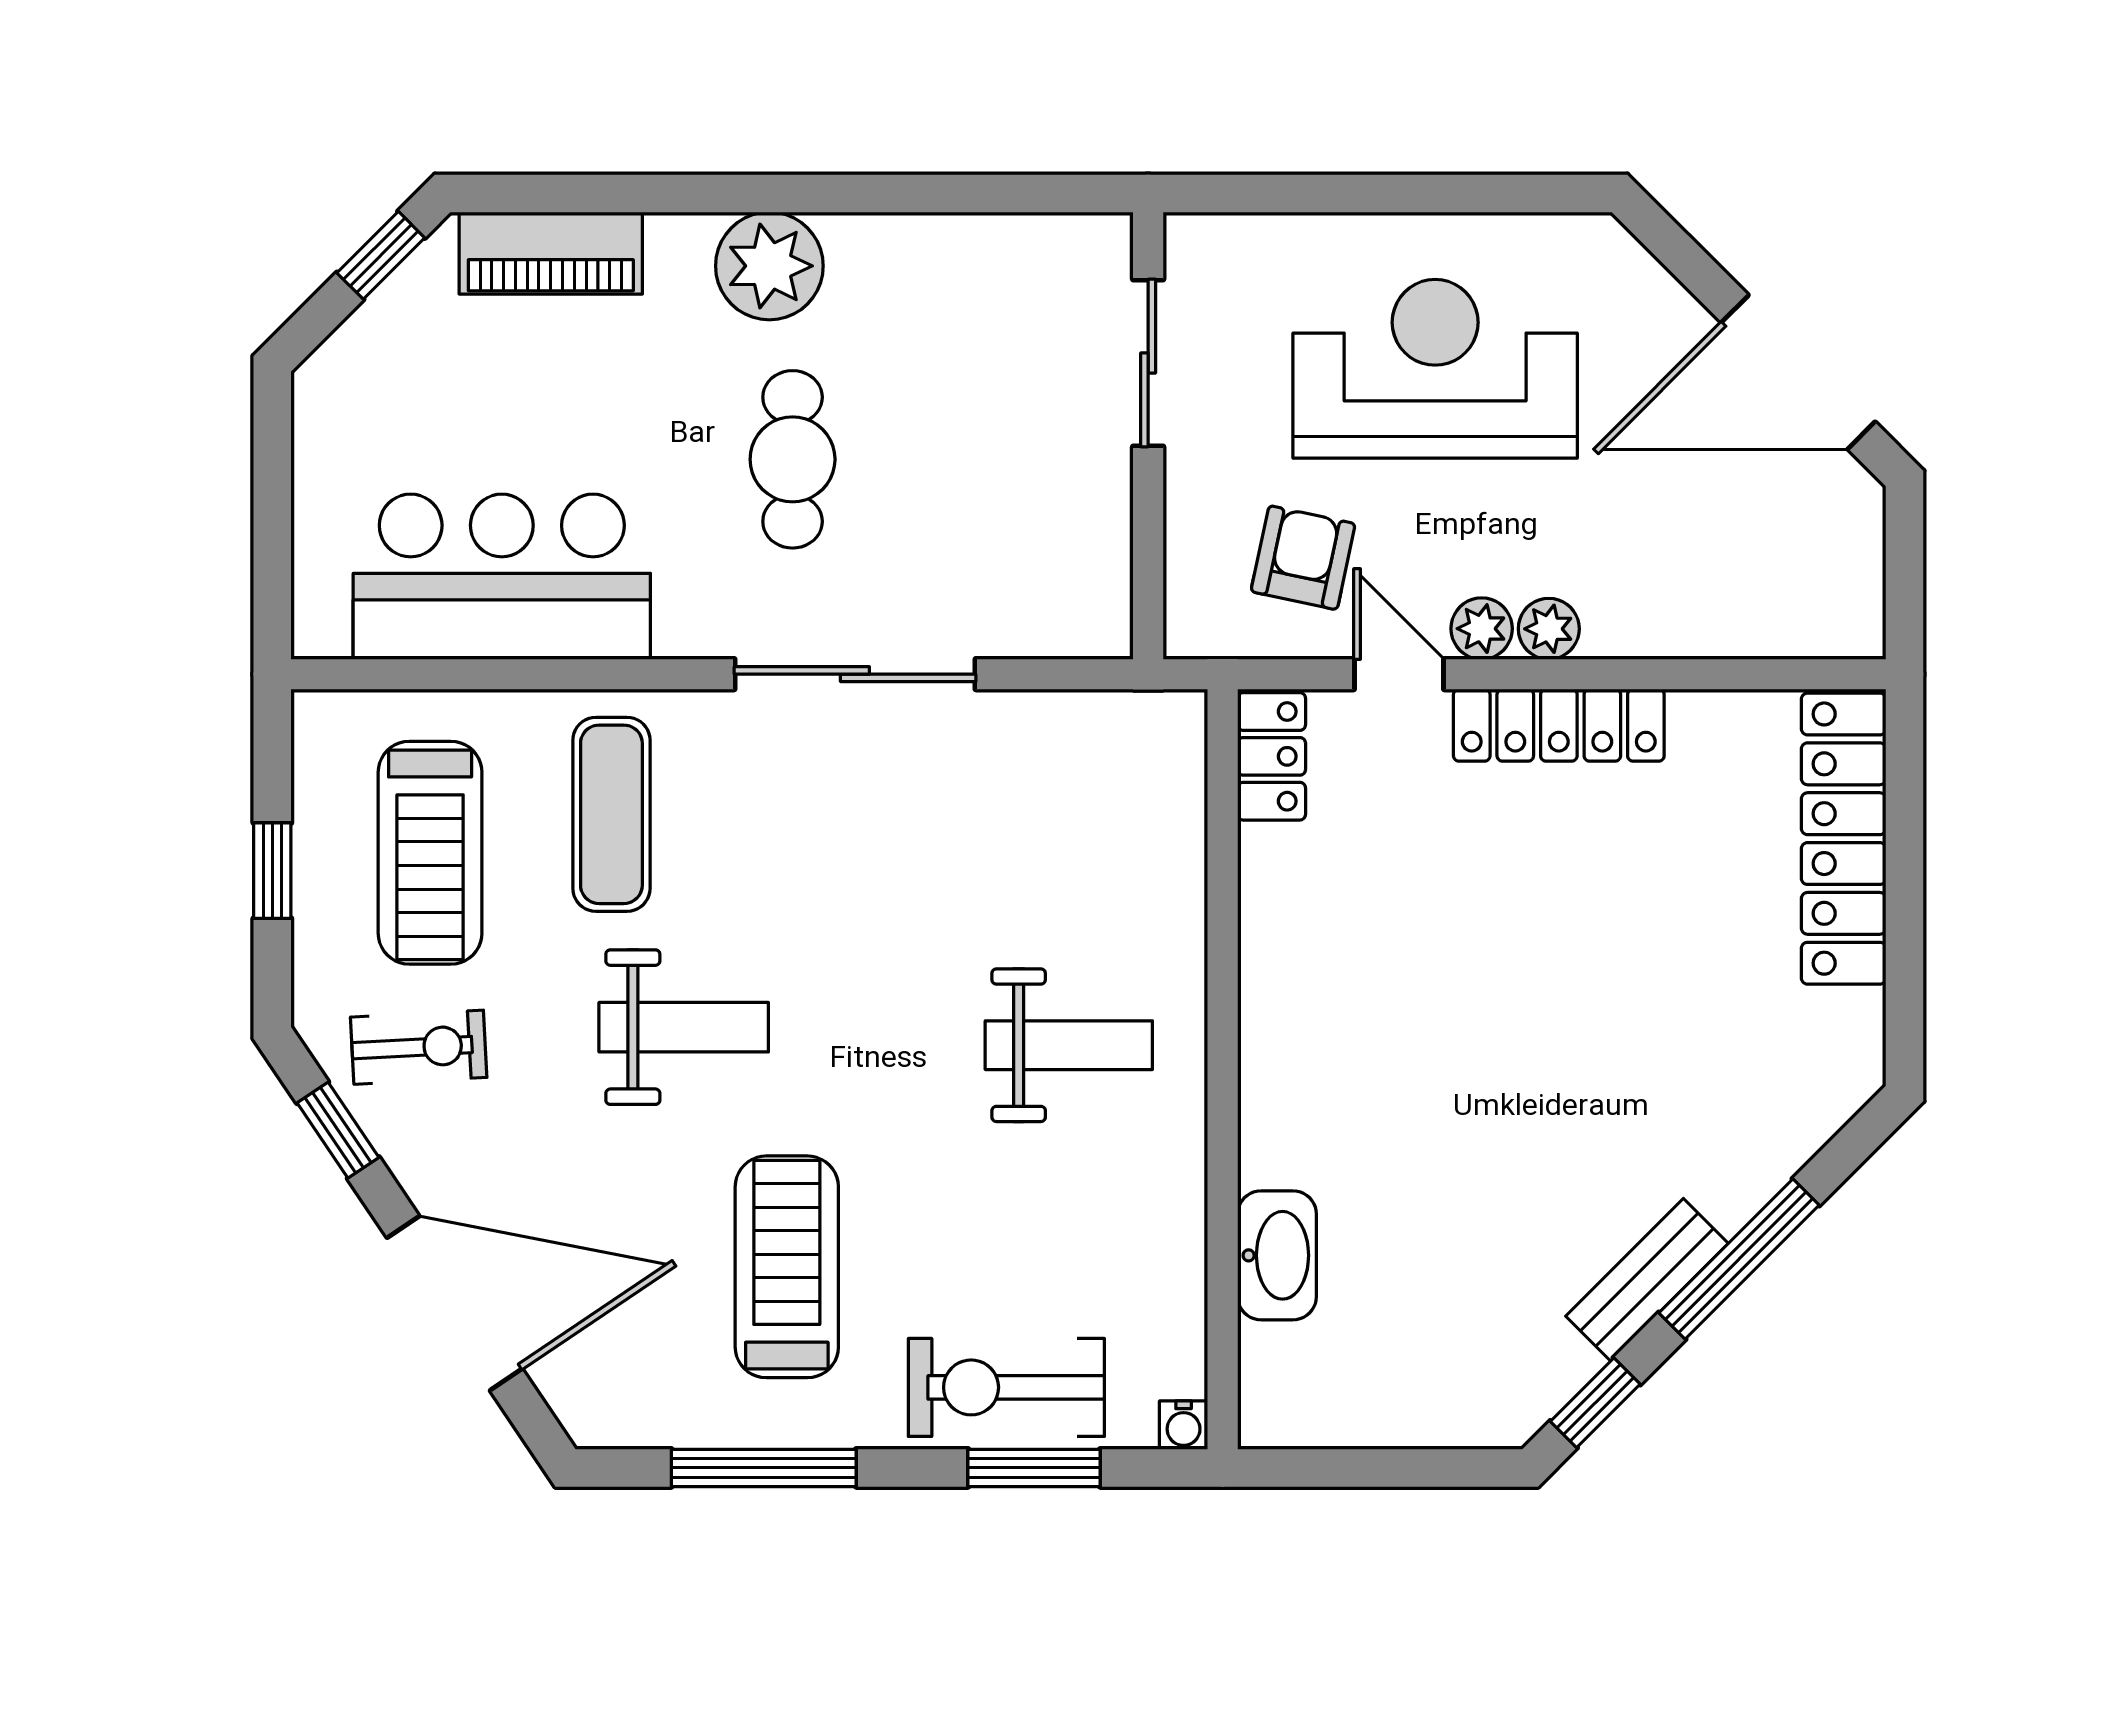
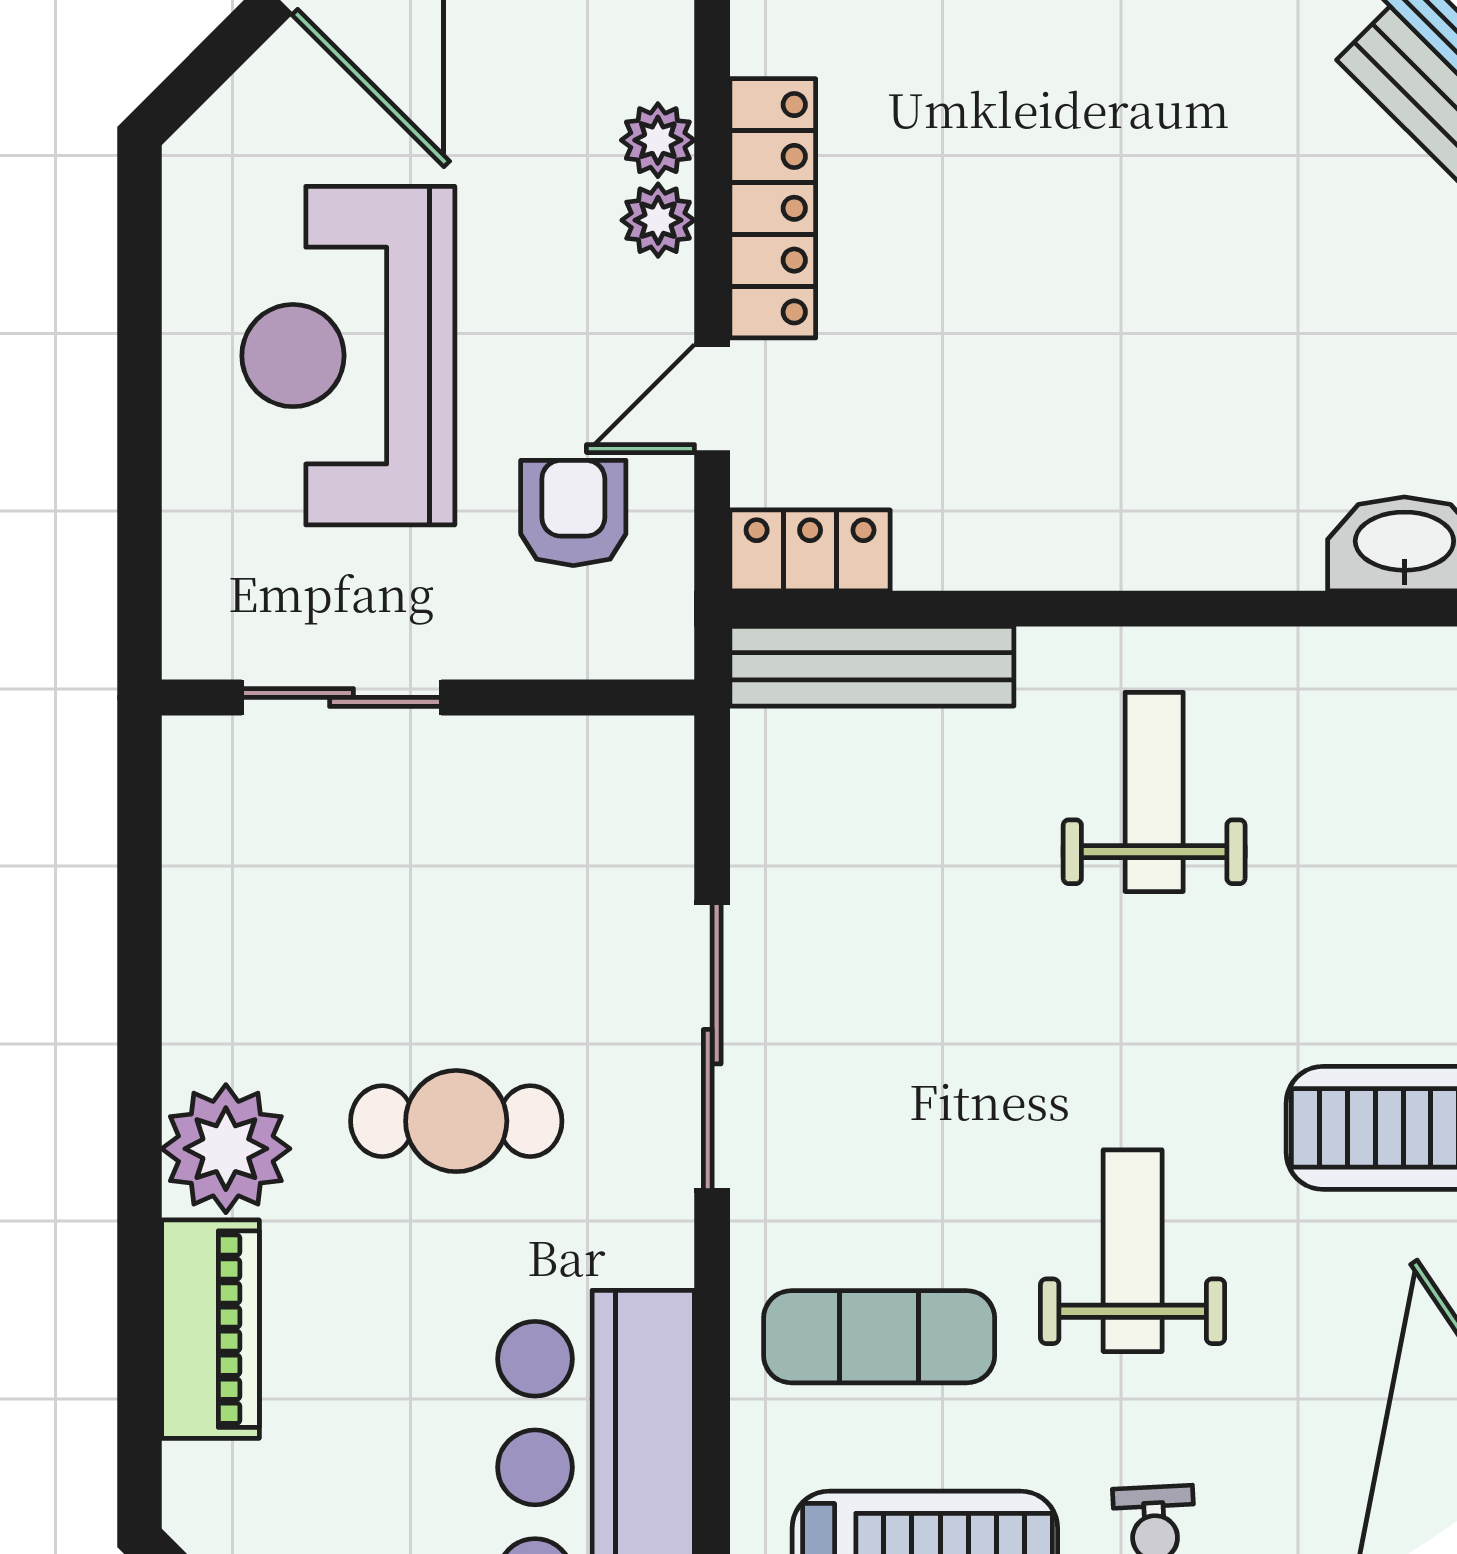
piano: (551, 253) -> (211, 1329), moved
armchair: (1303, 558) -> (573, 513), turned 78
plant: (1482, 629) -> (658, 140), moved
bench: (1174, 808) -> (872, 666), added

